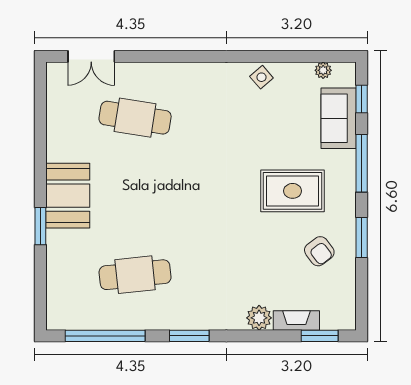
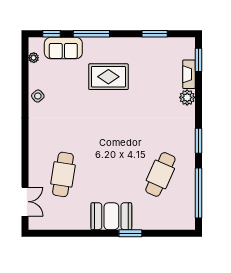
rug: (293, 191) -> (108, 77), turned 90
window: (362, 237) -> (155, 34), moved
armchair: (319, 251) -> (146, 60), removed
cafe table: (135, 275) -> (160, 174), turned 30

